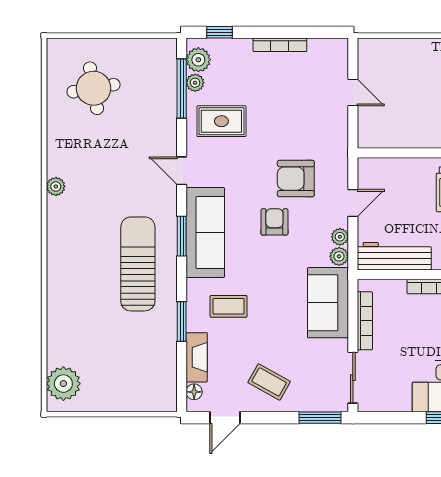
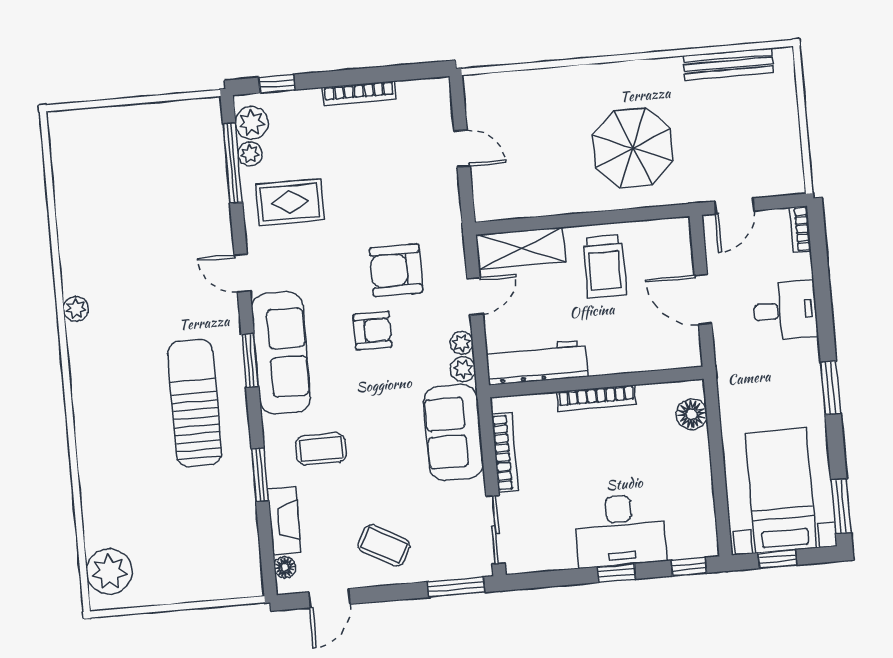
round table: (94, 88) -> (115, 173), removed
shelving: (390, 170) -> (521, 248), added
armchair: (274, 222) -> (373, 331), turned 90

